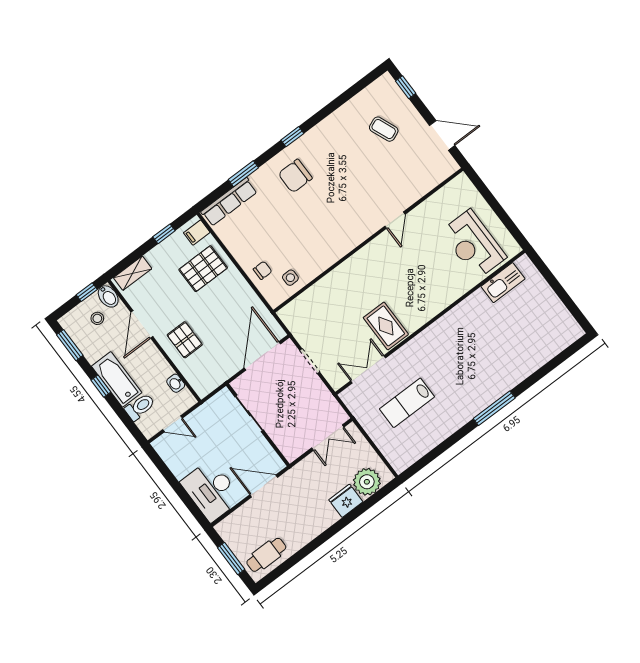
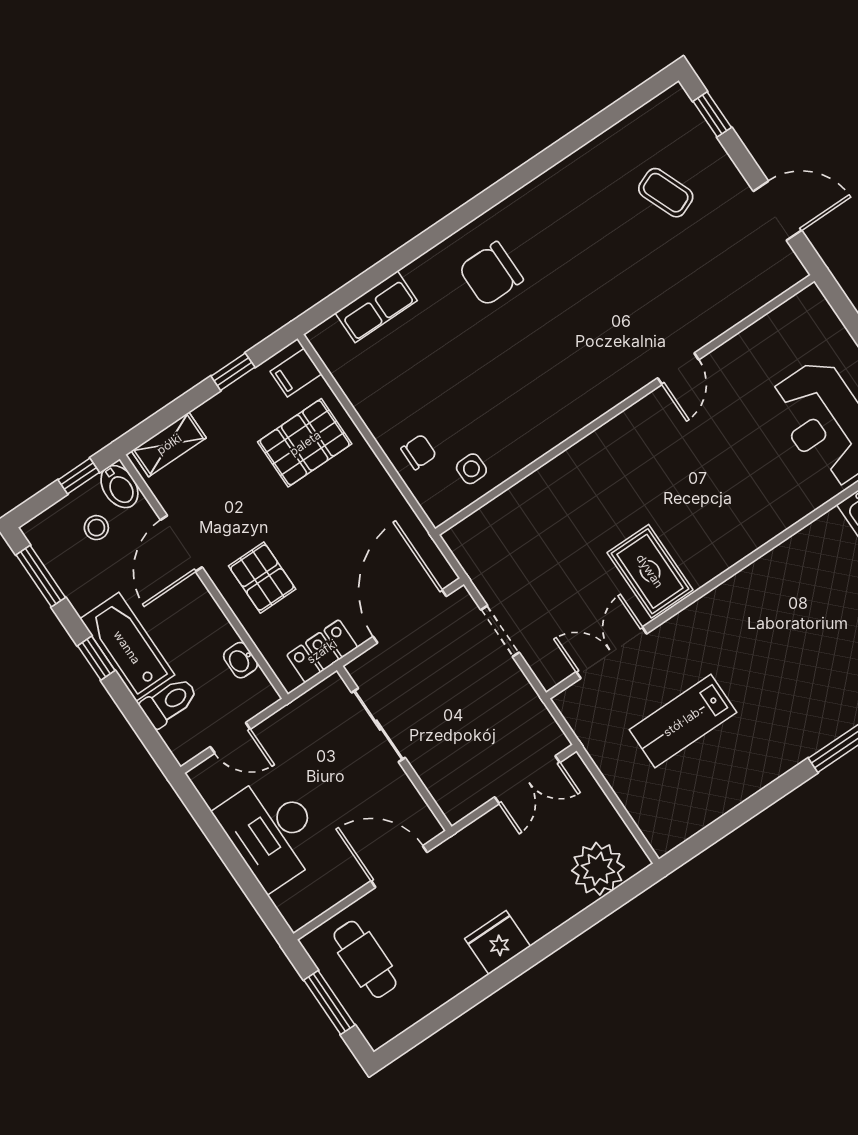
window: (292, 137) -> (489, 198), removed
window: (243, 174) -> (392, 264), removed
row of seats: (229, 202) -> (376, 307), width x0.68
locker: (218, 376) -> (322, 651), added
desk: (211, 490) -> (272, 831), moved
fridge: (346, 501) -> (498, 942), moved
cafe table: (266, 555) -> (365, 959), moved, turned 90

